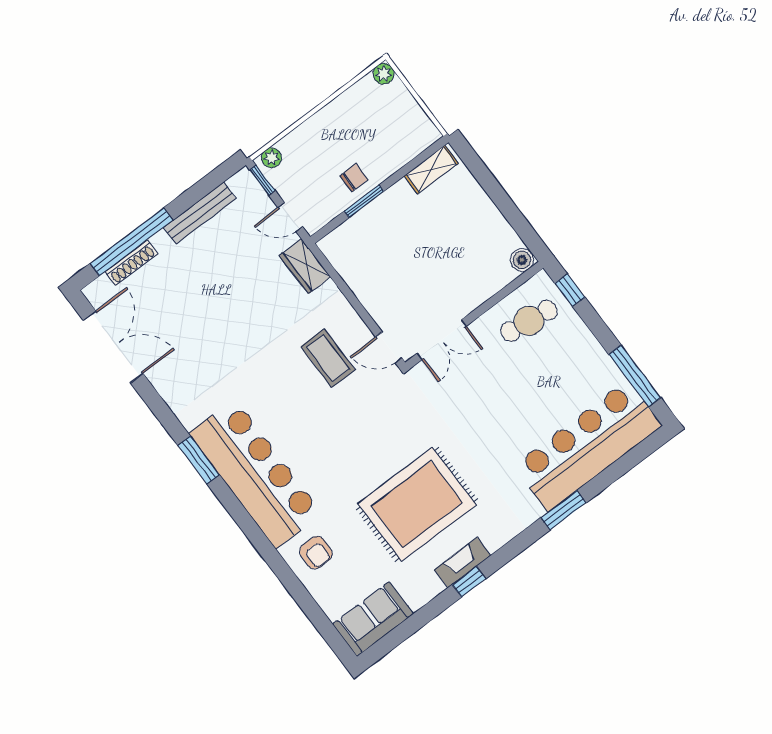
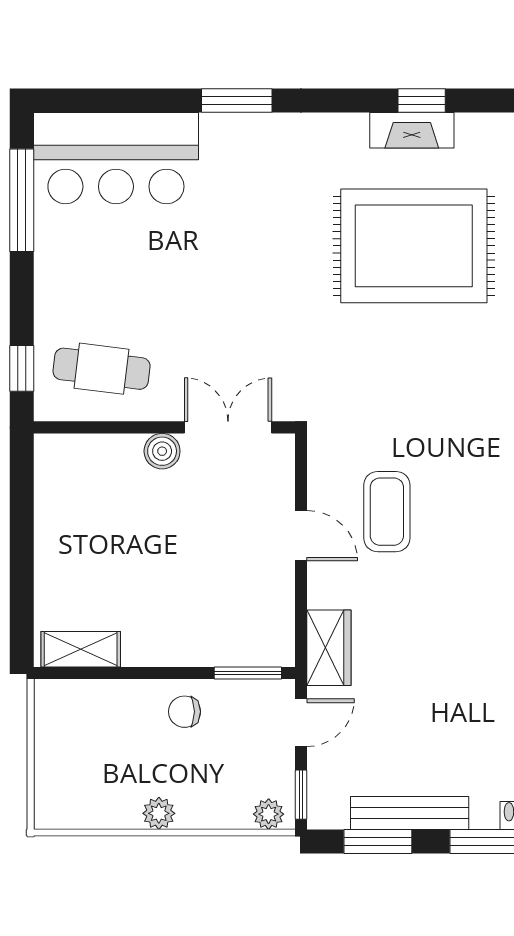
plant: (384, 74) -> (159, 813), moved
window: (205, 186) -> (378, 841), added
window: (364, 201) -> (248, 673), moved
door: (290, 217) -> (301, 723), hinge flipped
boiler: (522, 260) -> (162, 451), moved
door: (389, 347) -> (301, 536), moved
bar counter: (588, 446) -> (116, 158), width x0.73

